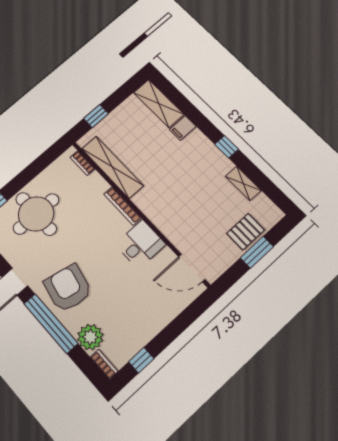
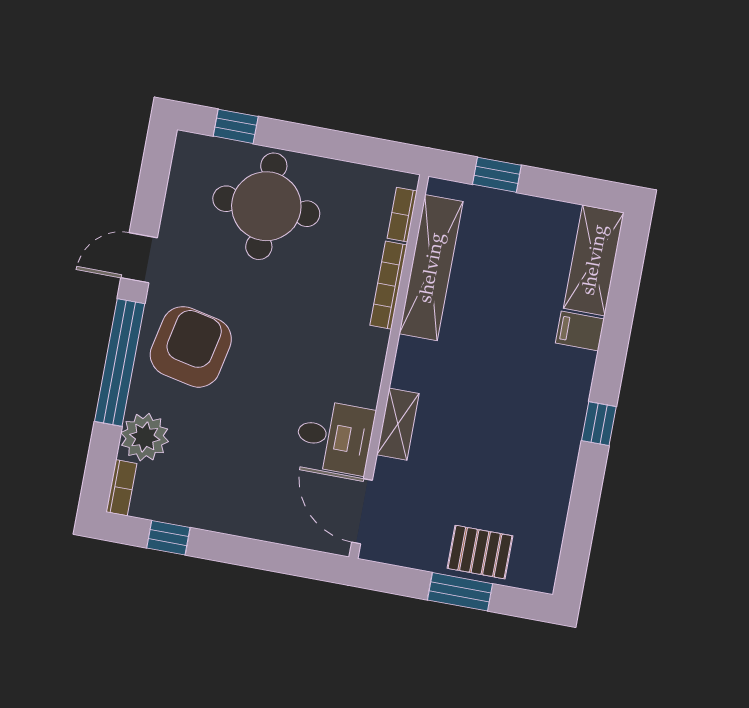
shelving: (243, 183) -> (398, 424), moved
bookcase: (123, 206) -> (388, 285), moved
desk: (140, 244) -> (334, 437), moved

